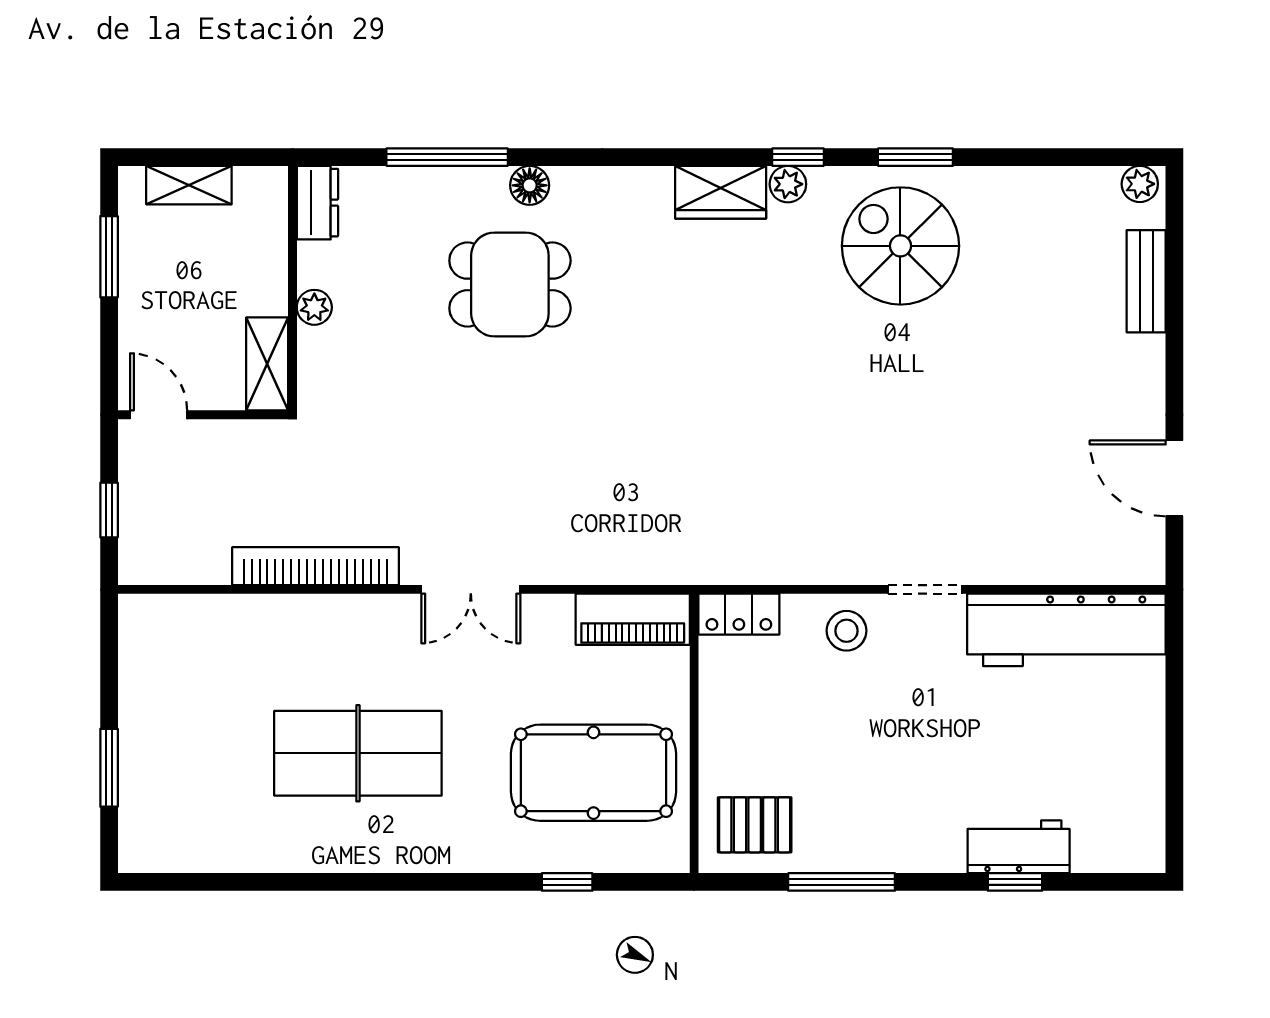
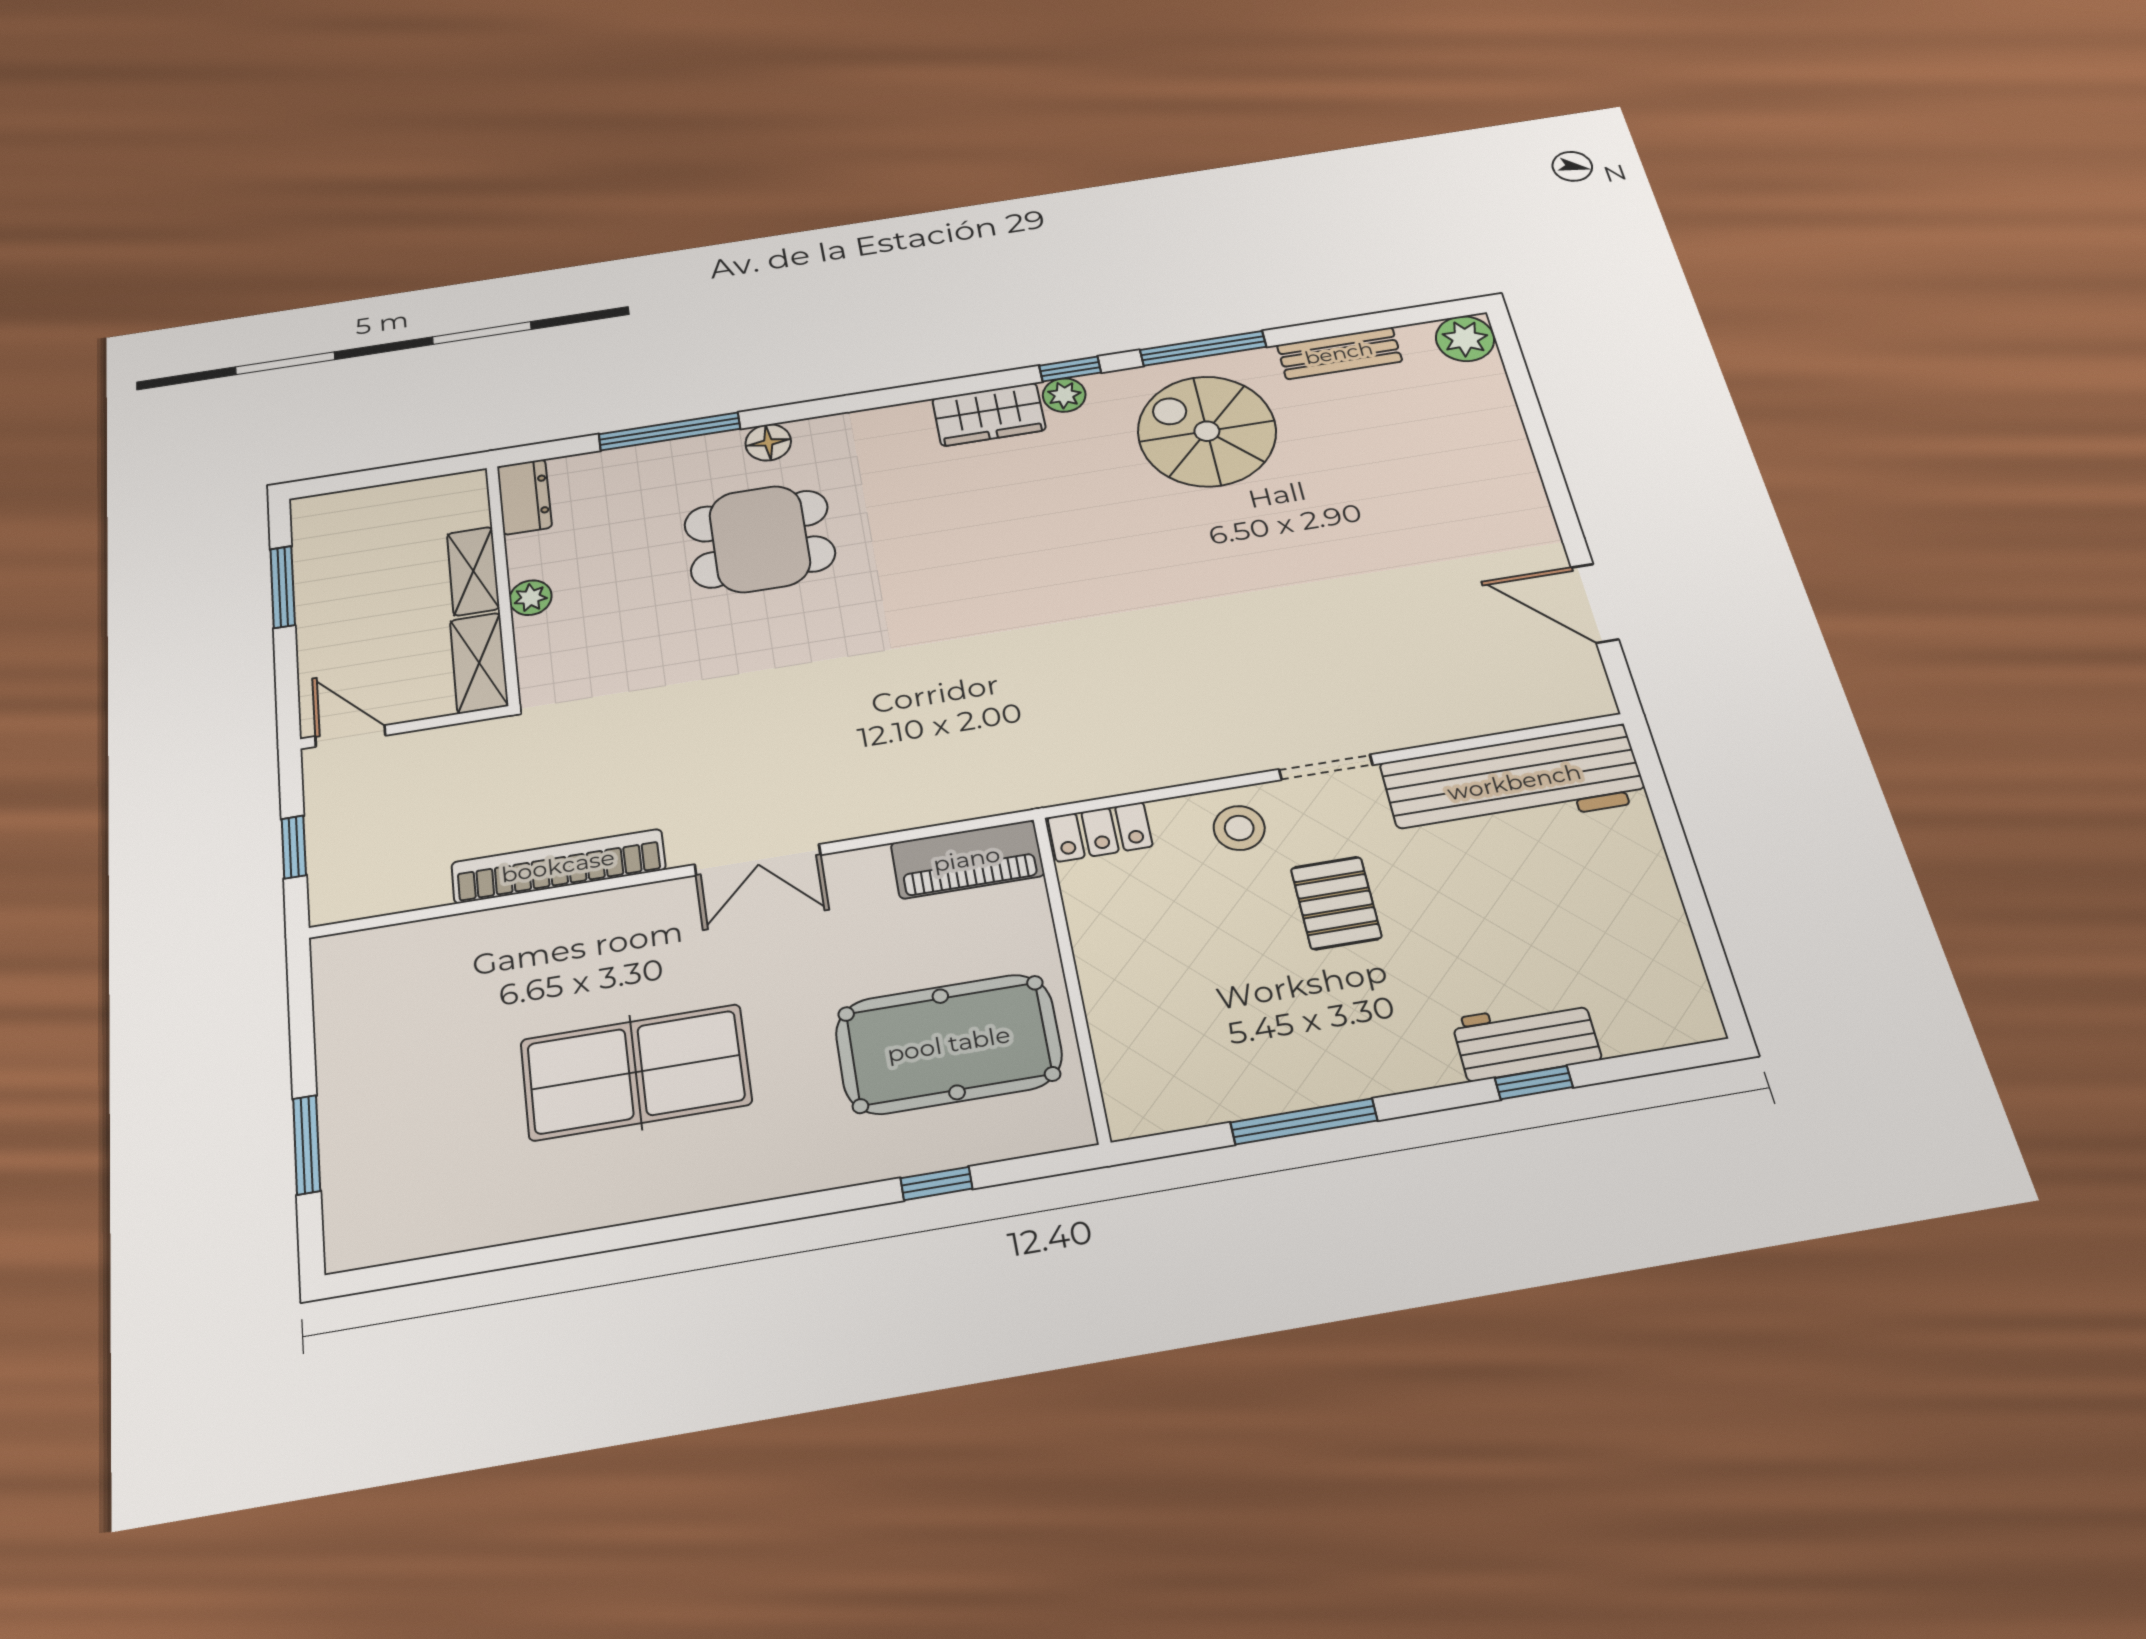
window: (915, 157) -> (1203, 348), width x1.44
plant: (1140, 184) -> (1465, 339), width x1.38, depth x1.38
shelving: (189, 185) -> (473, 571), moved, turned 90
bench: (1146, 281) -> (1339, 353), moved, turned 90
pallet: (755, 825) -> (1336, 903), moved, turned 90

